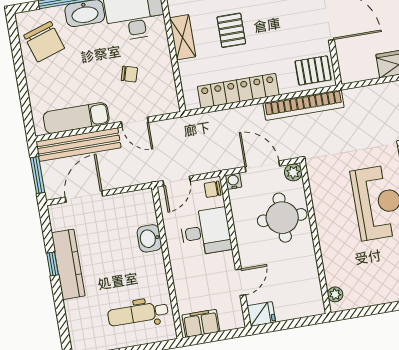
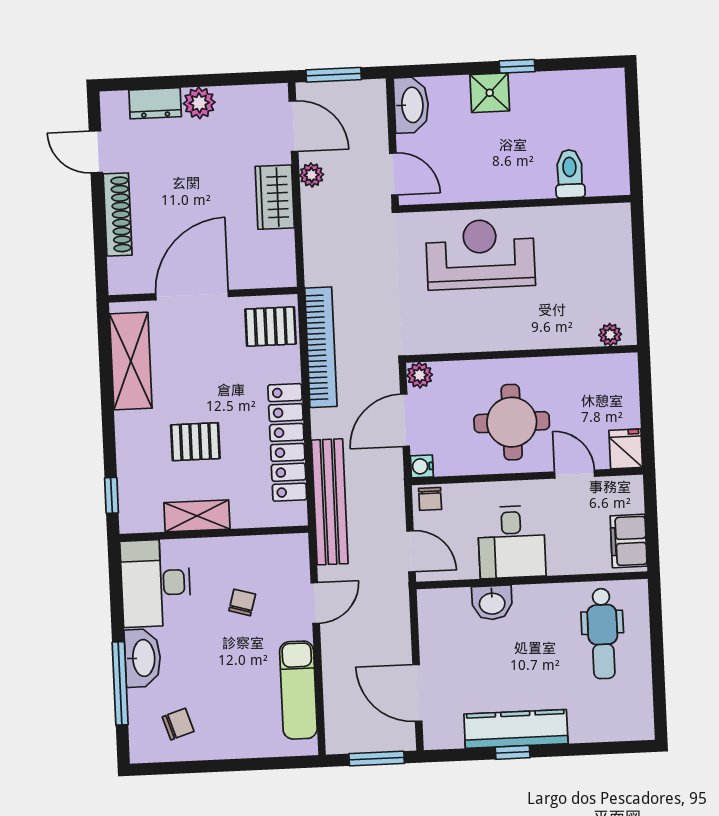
chair: (44, 42) -> (178, 724), width x0.54, depth x0.54
pallet: (313, 70) -> (271, 327), turned 90
bench: (78, 145) -> (330, 502), moved
round table: (282, 218) -> (512, 422), moved
desk: (206, 232) -> (512, 542), moved, turned 180

